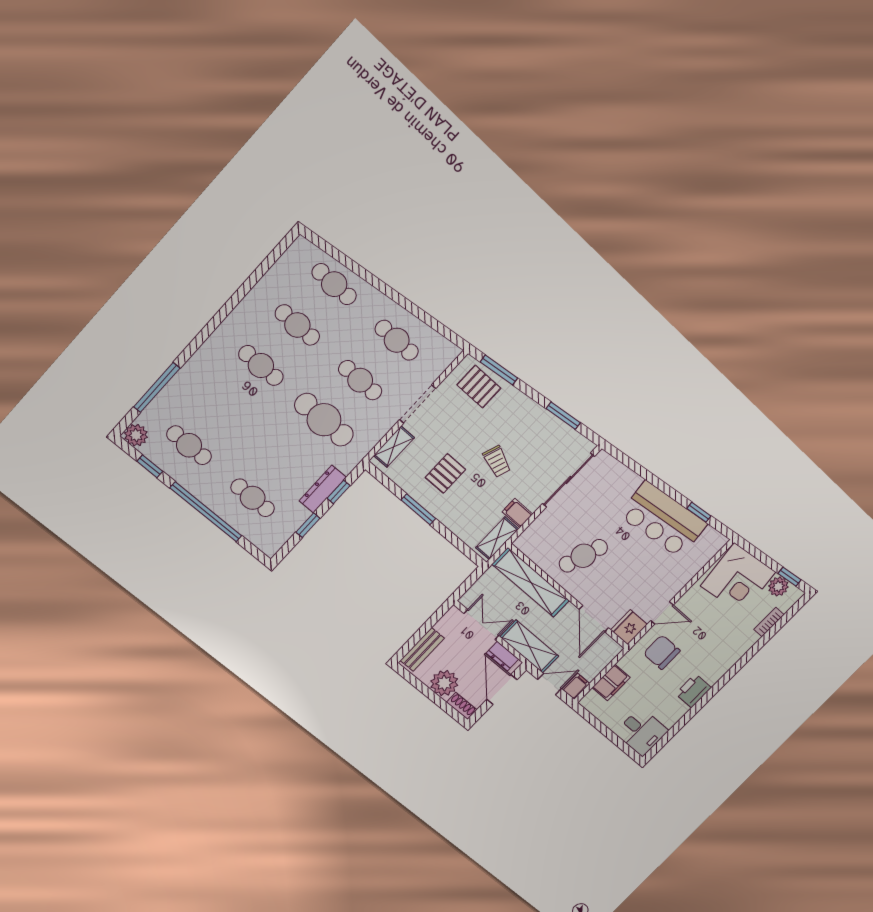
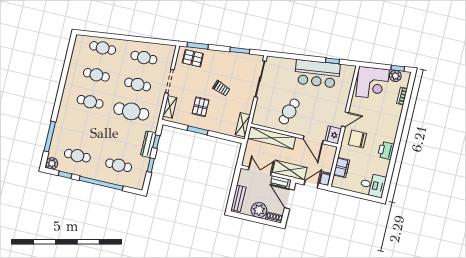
filing cabinet: (517, 513) -> (245, 108), removed

